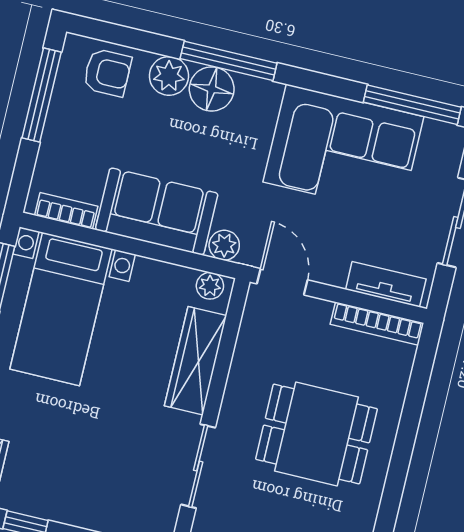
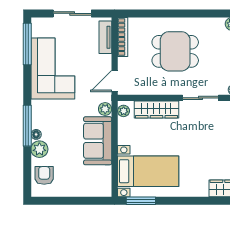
floor lamp: (212, 89) -> (36, 134), width x0.53, depth x0.53
window: (42, 95) -> (60, 201), removed
bookcase: (66, 211) -> (106, 179), removed
dining table: (316, 434) -> (175, 51), turned 90

